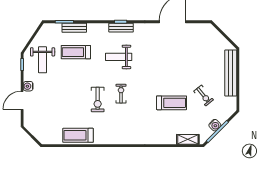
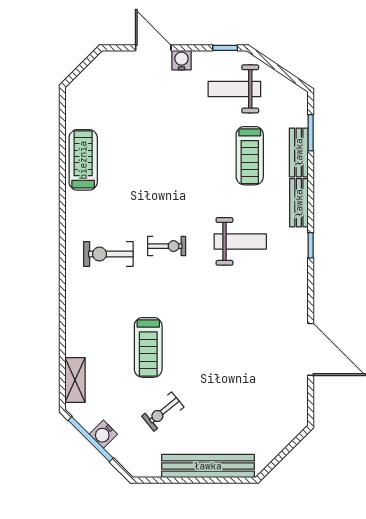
bench: (121, 28) -> (299, 203), moved
treadmill: (76, 52) -> (250, 156), turned 180
weight bench: (119, 57) -> (240, 241), turned 90
exercise bike: (98, 99) -> (108, 254), moved

